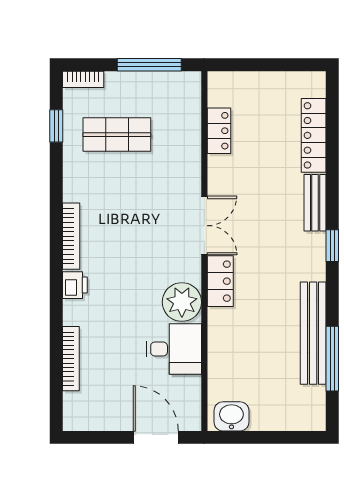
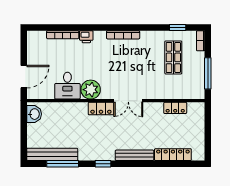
bench: (315, 203) -> (135, 155), width x1.36
window: (332, 246) -> (103, 164), moved
printer: (75, 285) -> (86, 37), moved
bench: (313, 333) -> (52, 154), moved

